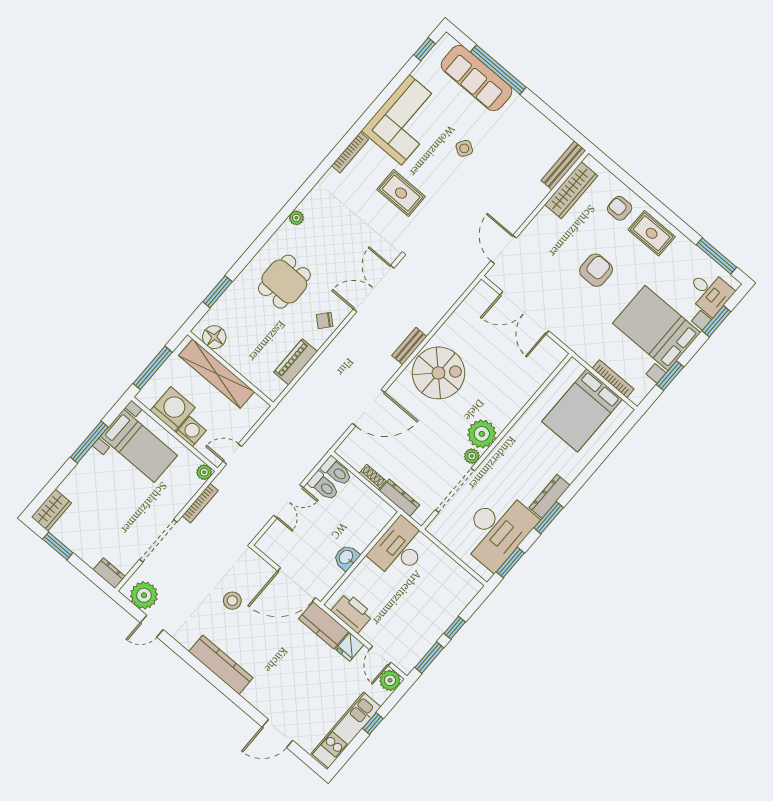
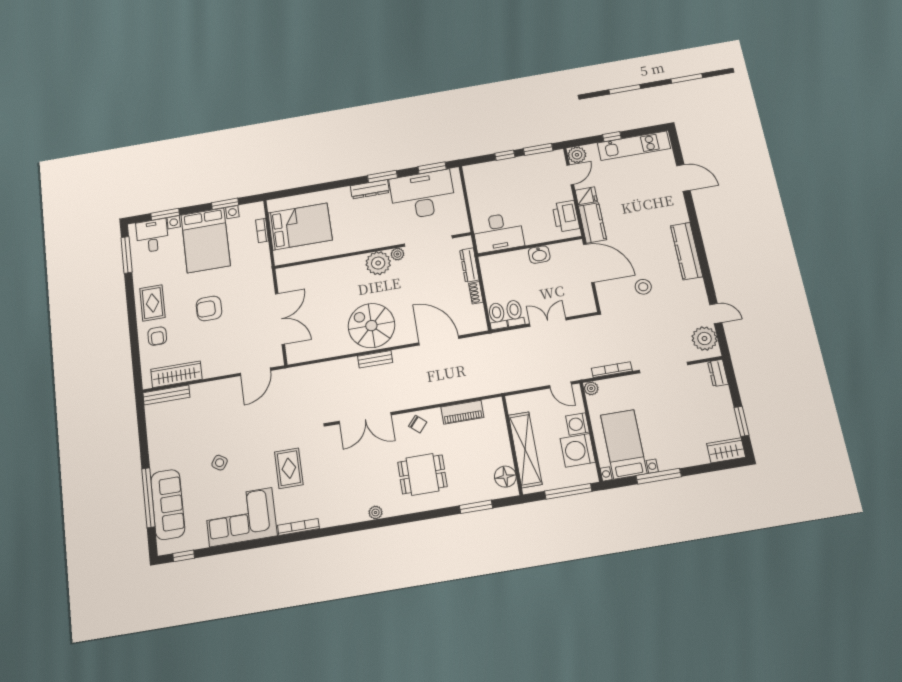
bookcase: (613, 379) -> (262, 231), width x0.64

